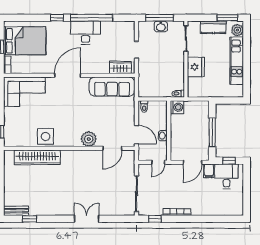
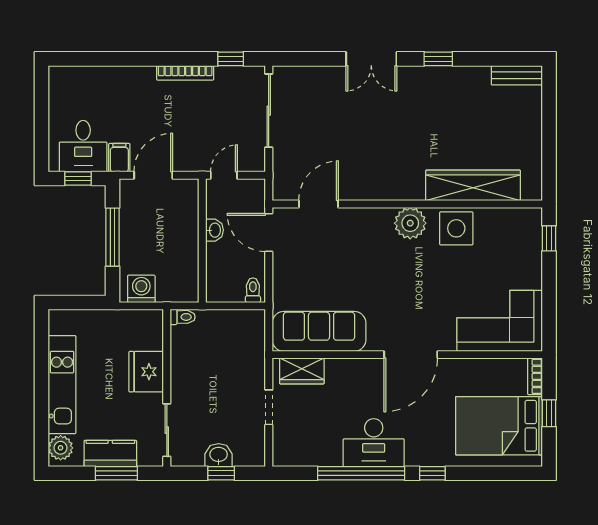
window: (160, 18) -> (221, 473), width x0.46
window: (227, 18) -> (116, 473), moved
washing machine: (177, 107) -> (141, 289), moved, turned 90
plant: (89, 139) -> (410, 223), moved
window: (30, 219) -> (438, 59), moved

